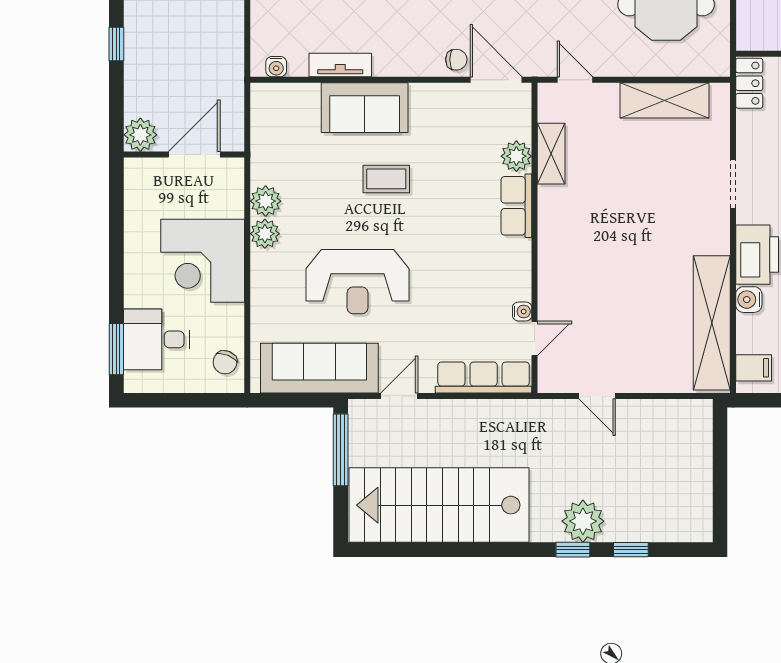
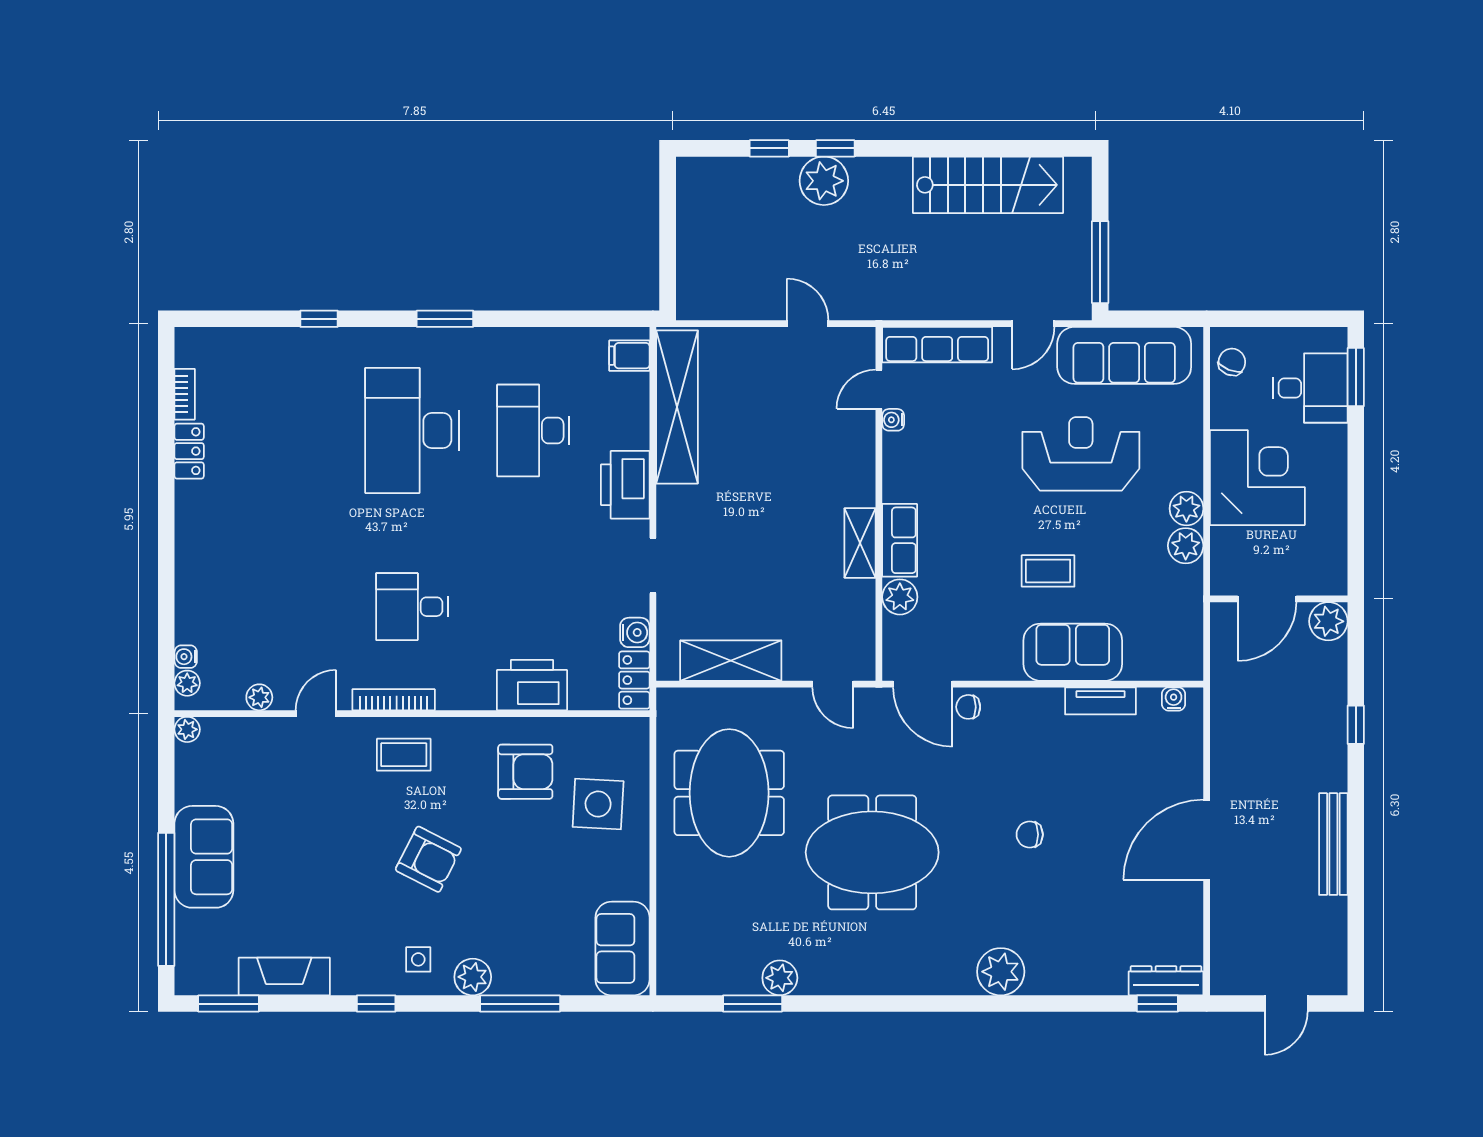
shelving: (551, 154) -> (860, 543), moved
water cooler: (749, 300) -> (635, 632), moved
stairs: (439, 505) -> (988, 185), width x0.73, depth x0.66

